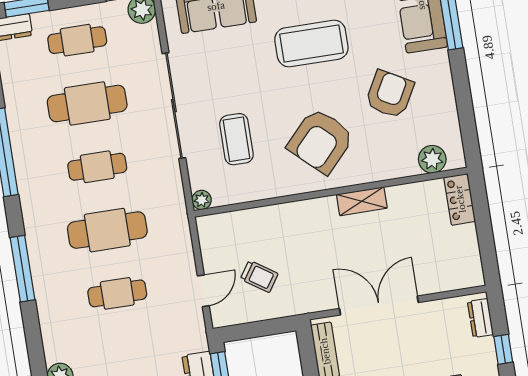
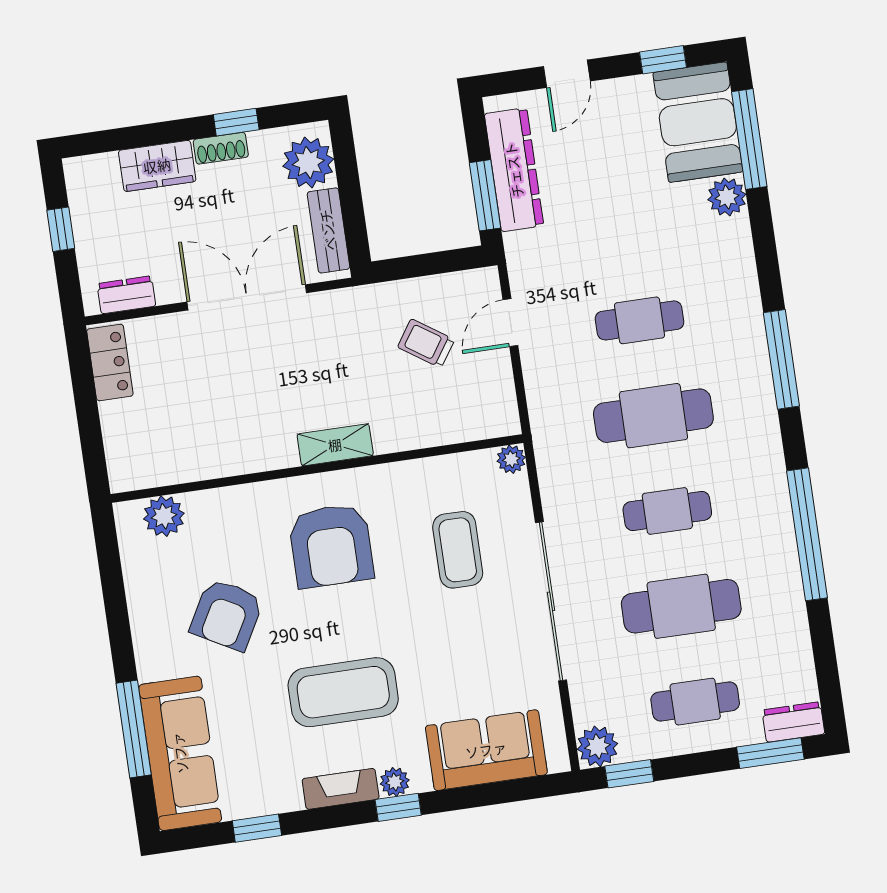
armchair: (321, 141) -> (331, 546), turned 137
locker: (460, 199) -> (110, 362), moved
shelving: (362, 201) -> (335, 445), moved
double door: (379, 306) -> (247, 297), swing flipped
dresser: (480, 318) -> (126, 295), moved, turned -90

